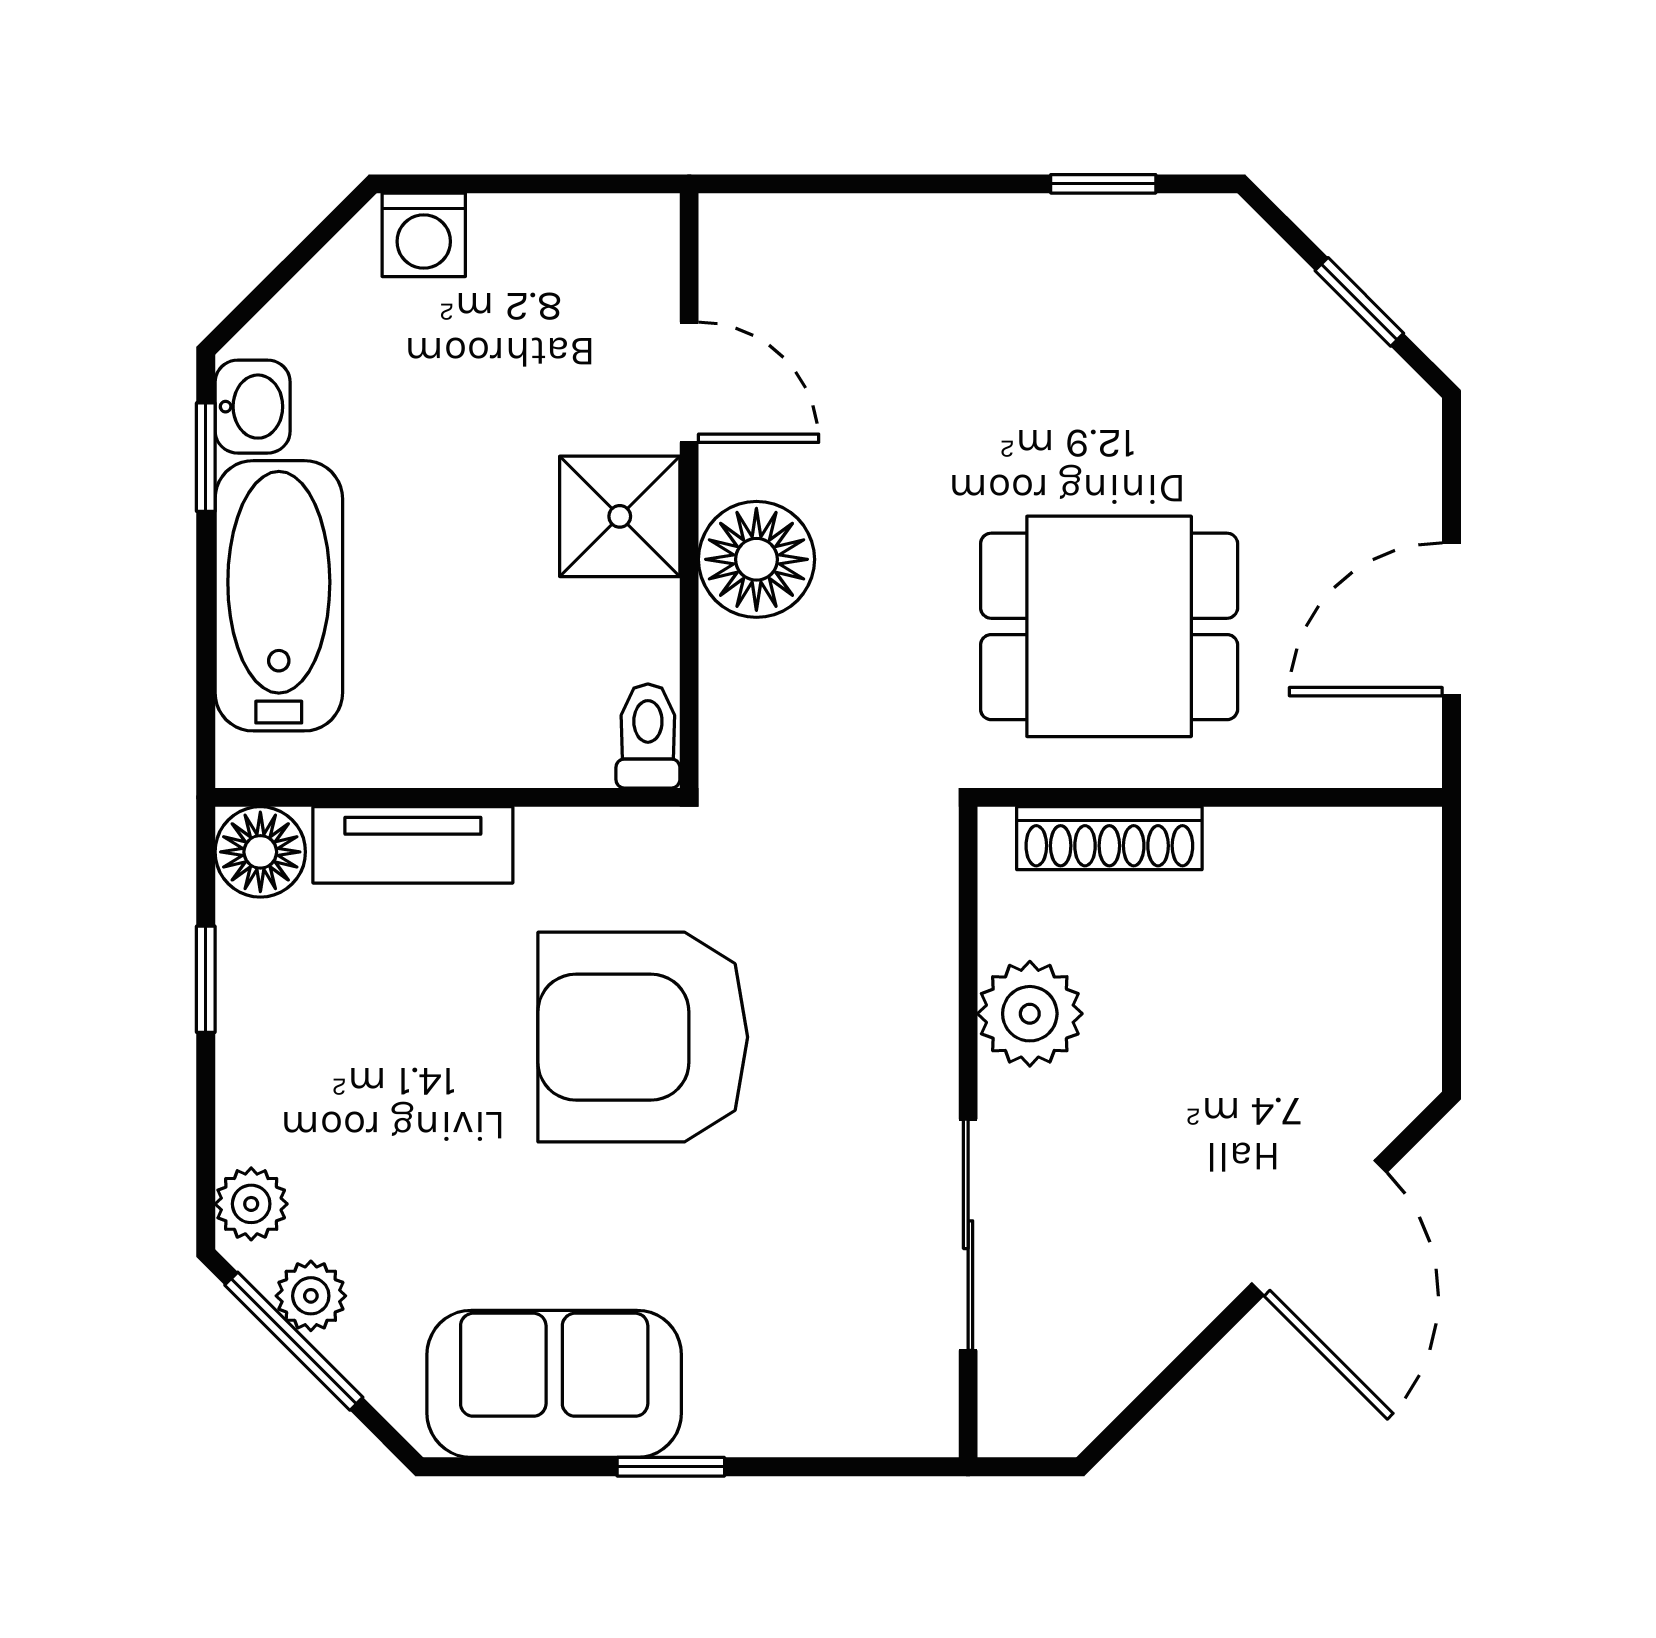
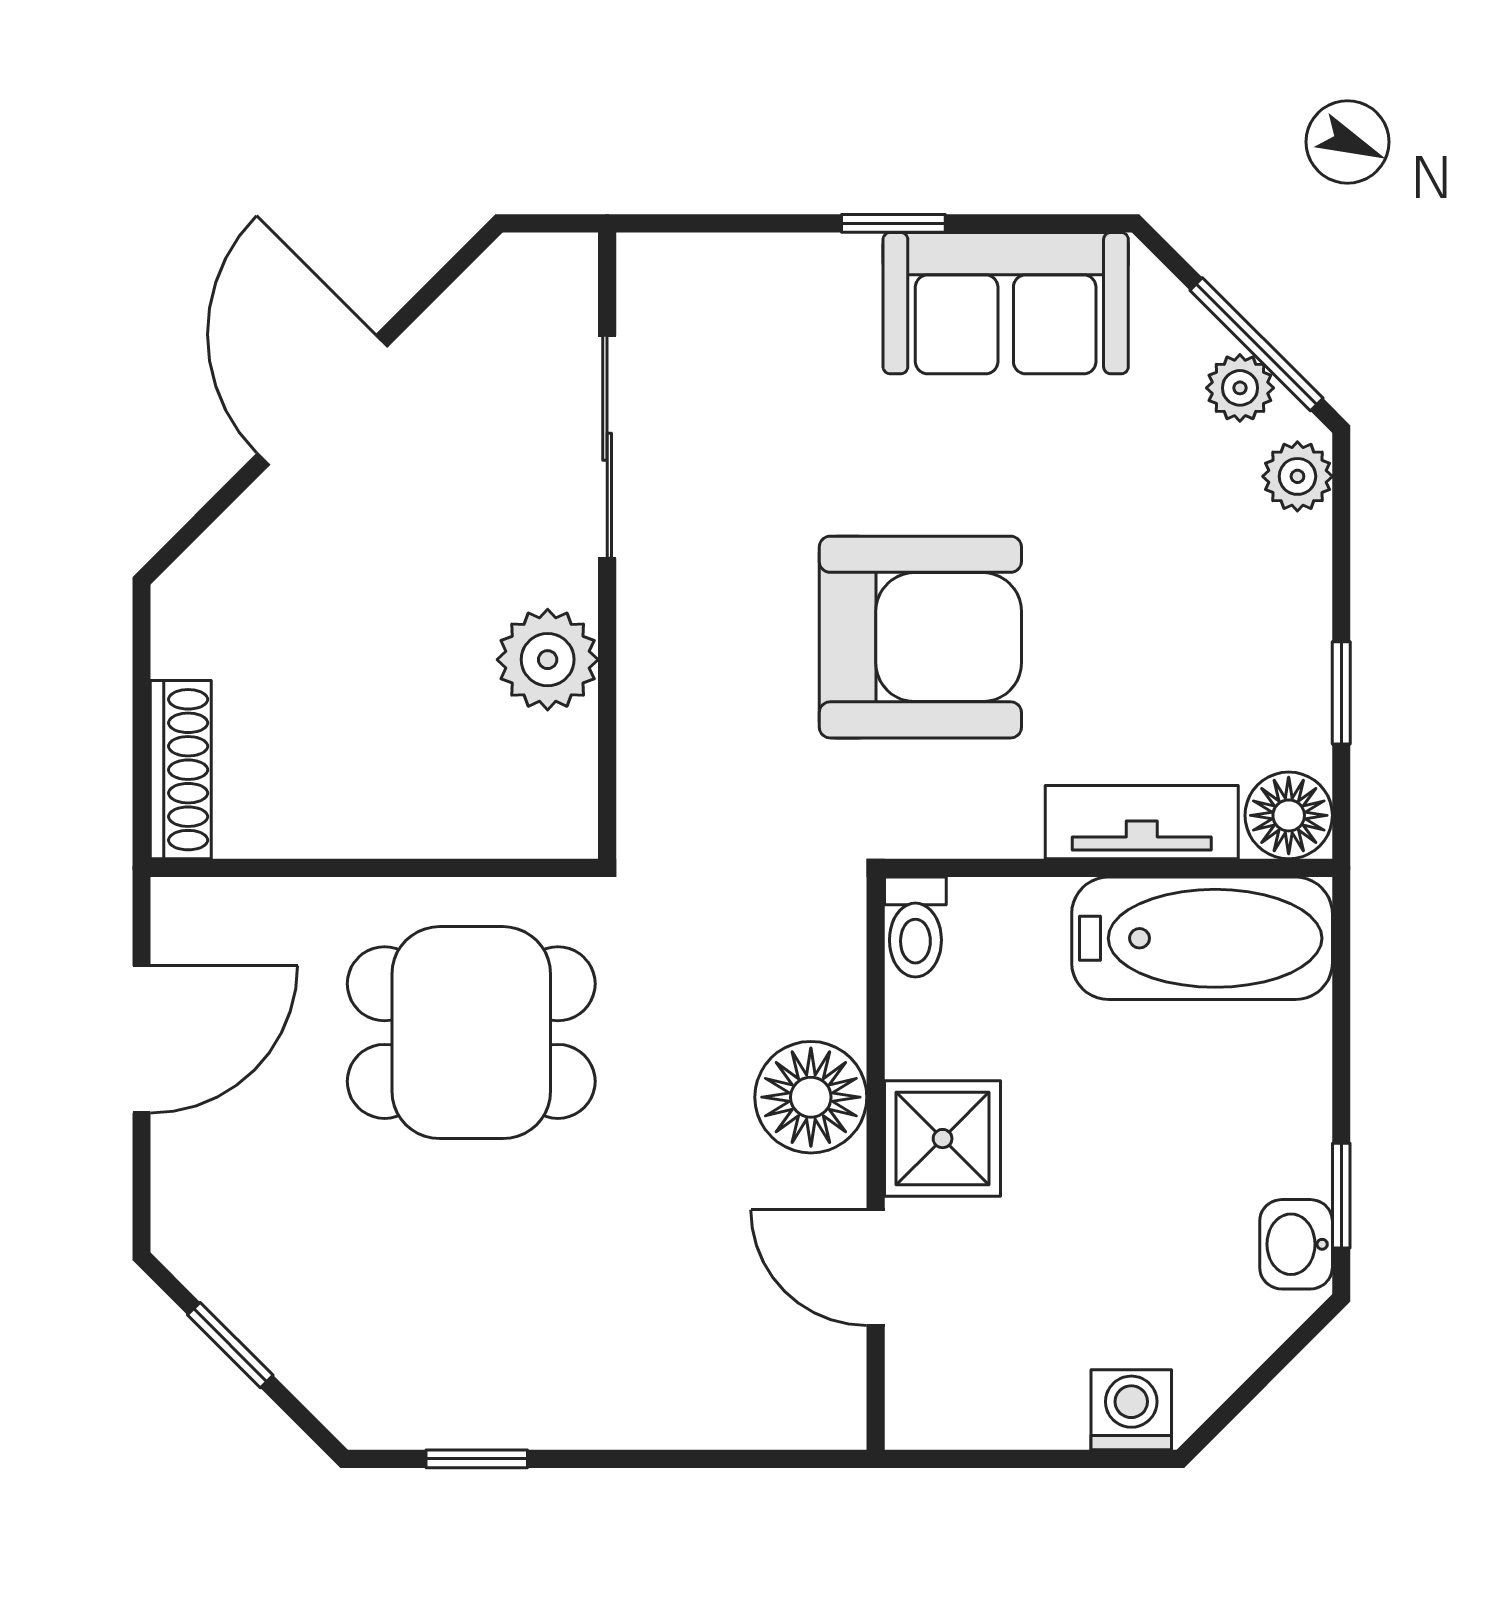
bathtub: (279, 596) -> (1202, 938), moved, turned -90
shoe rack: (1109, 838) -> (181, 770), moved, turned 90
door: (1319, 1228) -> (322, 400), moved

